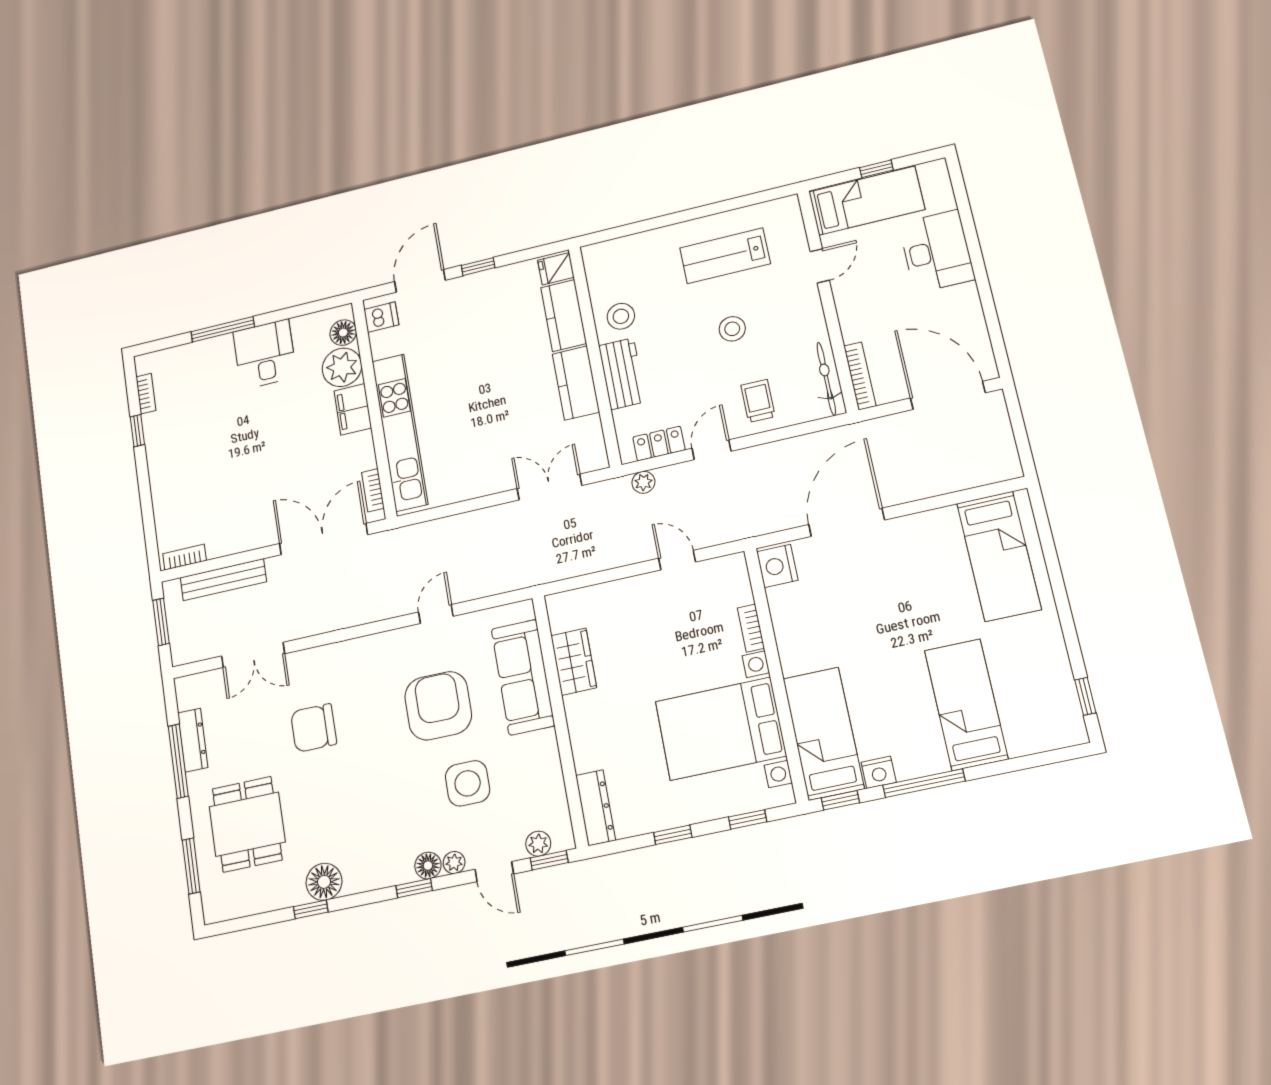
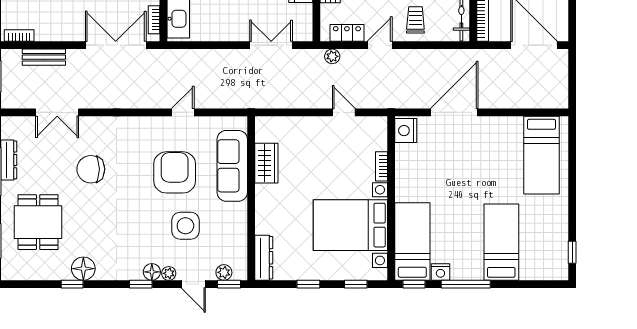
bench: (223, 580) -> (44, 57), width x0.73

